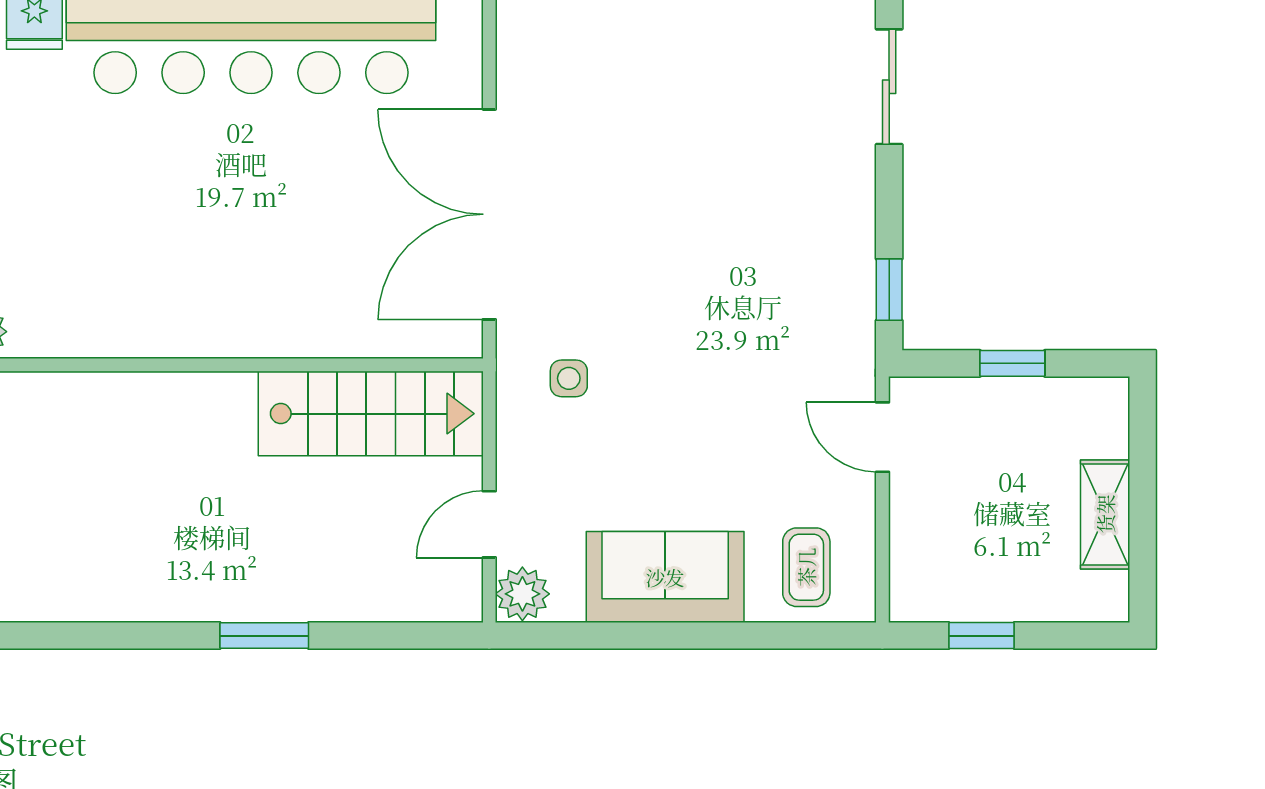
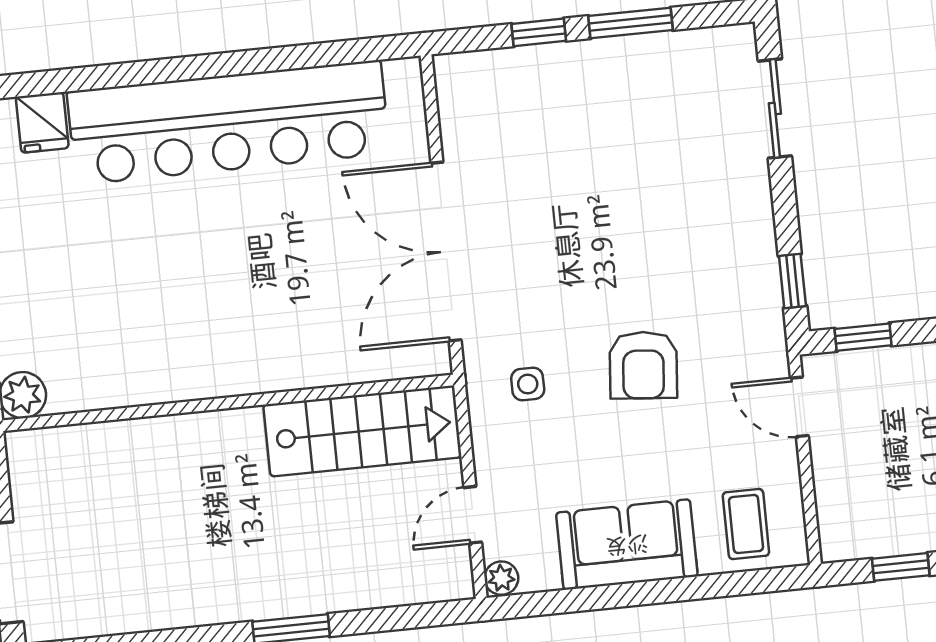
window: (1012, 363) -> (863, 337), moved
armchair: (706, 370) -> (643, 365), added
plant: (522, 594) -> (501, 578), width x0.73, depth x0.73

